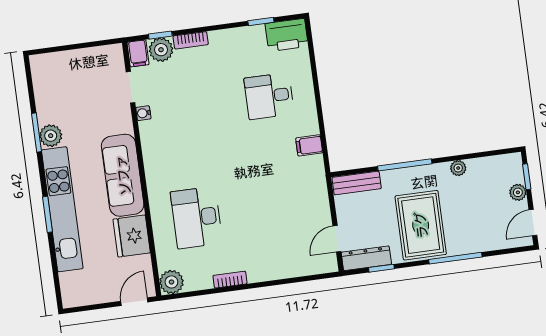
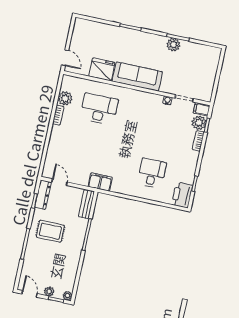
filing cabinet: (309, 145) -> (100, 182), moved, width x2.00
plant: (458, 168) -> (68, 296), moved
kitchen unit: (62, 209) -> (130, 36), removed
rug: (421, 225) -> (50, 231), width x0.73, depth x0.70
plant: (171, 282) -> (65, 98), moved

